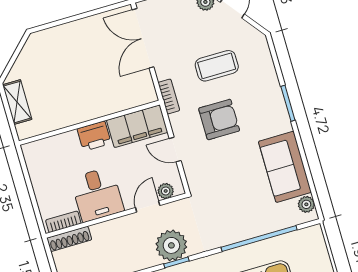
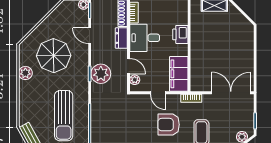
armchair: (219, 120) -> (169, 125), turned 90
printer: (94, 136) -> (180, 34), moved
door: (175, 150) -> (158, 93), swing flipped
dresser: (108, 230) -> (121, 38), added

